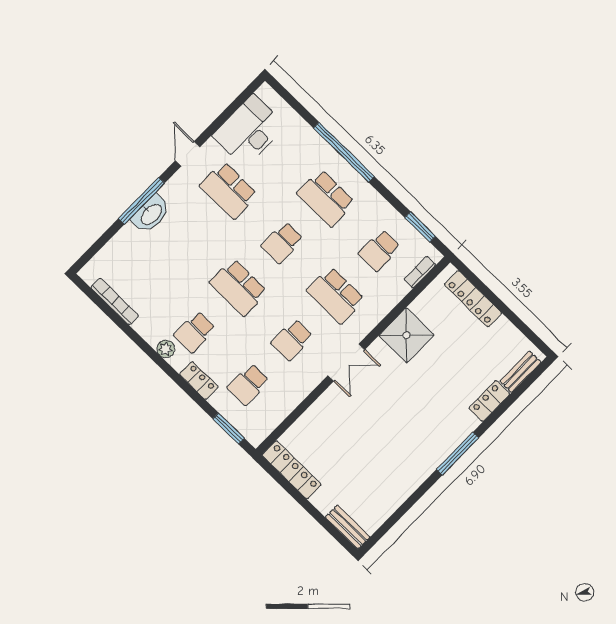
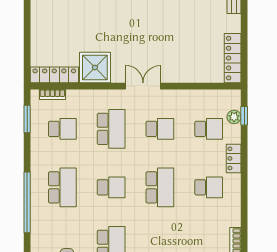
locker: (473, 299) -> (54, 75), moved, turned -90
plant: (166, 349) -> (234, 117), moved
window: (229, 428) -> (244, 116), width x0.67

